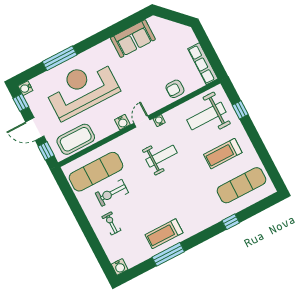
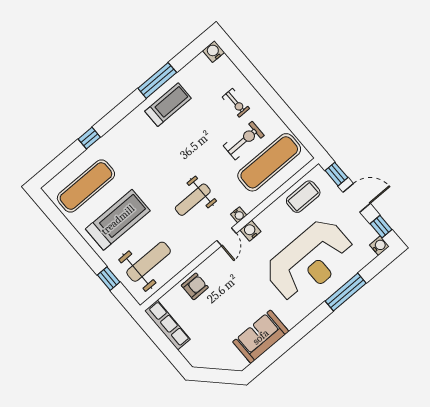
water cooler: (159, 121) -> (239, 215), moved
coffee table: (76, 139) -> (303, 197), width x0.73, depth x0.76
treadmill: (223, 154) -> (118, 220), width x1.37, depth x1.38

